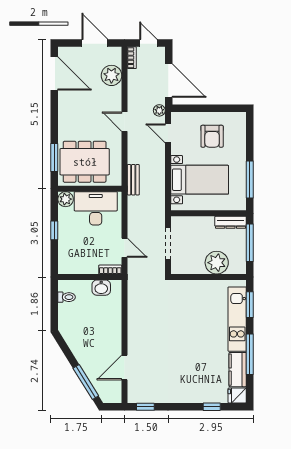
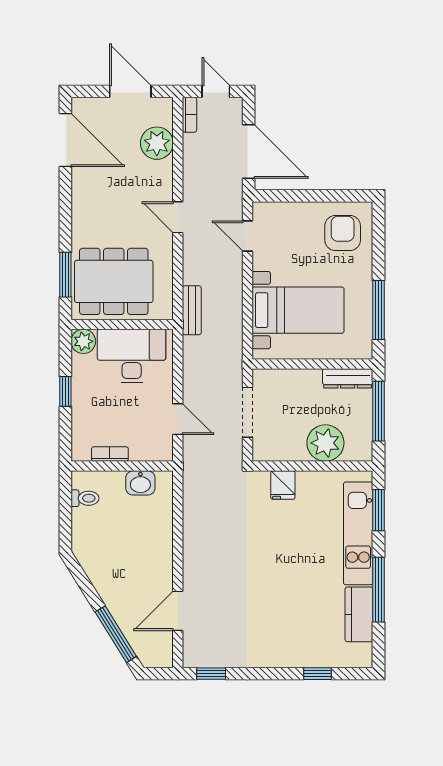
plant: (159, 110) -> (233, 199), removed
armchair: (212, 136) -> (343, 233), moved, turned 180
bookcase: (110, 270) -> (110, 454), moved
fridge: (237, 395) -> (283, 485), moved, turned -90

